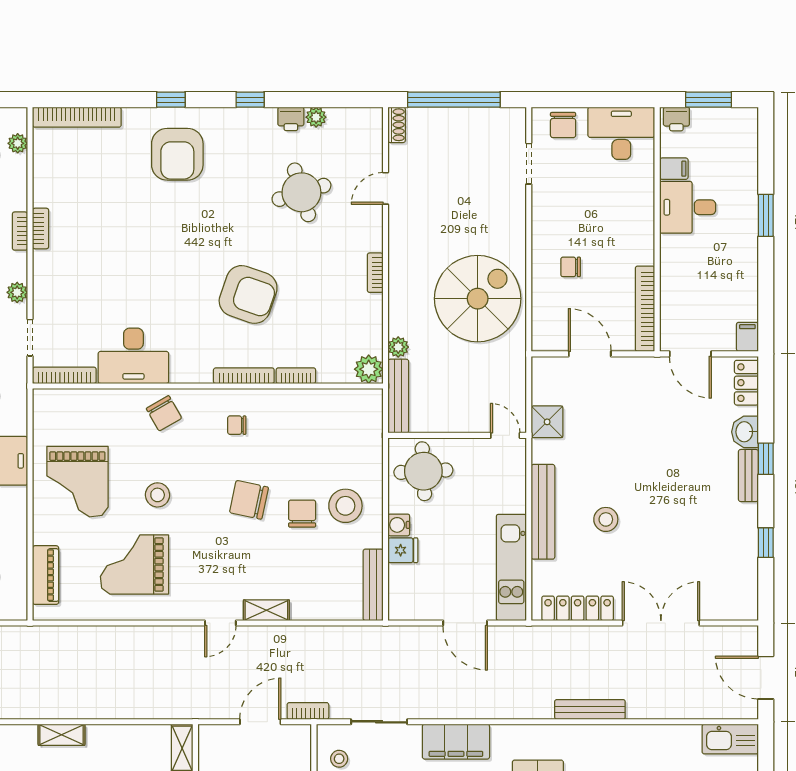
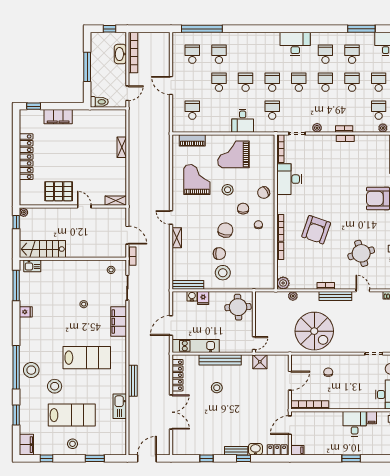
bench: (398, 396) -> (335, 296), moved
chair: (200, 460) -> (243, 209), added
water cooler: (399, 525) -> (192, 296), moved
kitchen sink: (730, 739) -> (120, 406), moved

